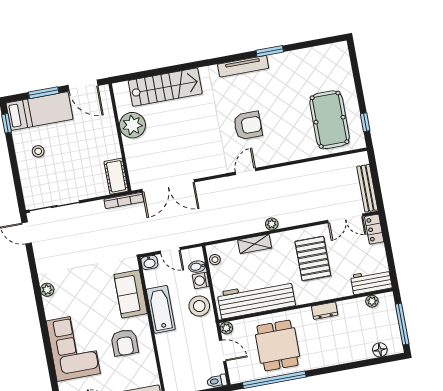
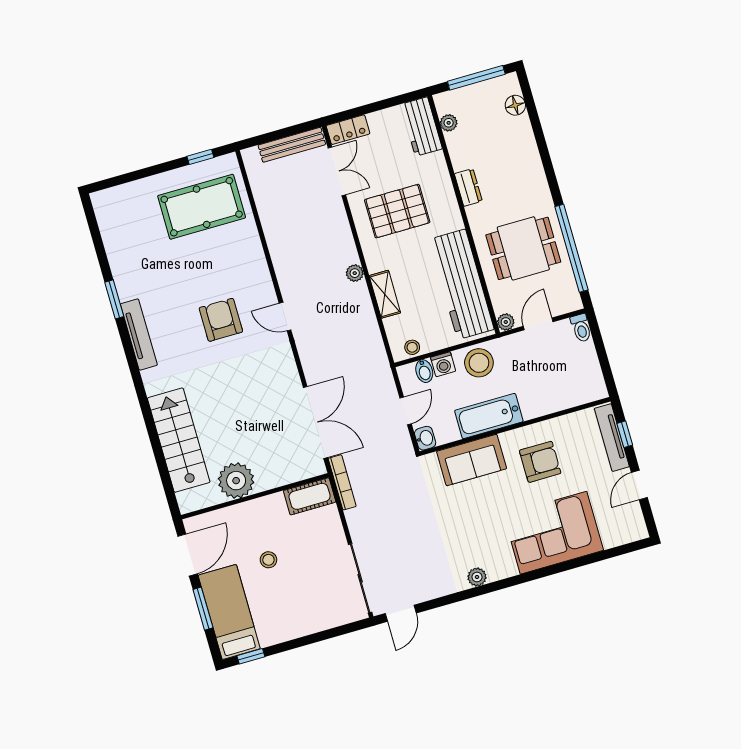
stool: (38, 151) -> (268, 560), moved

